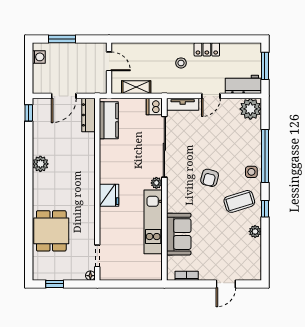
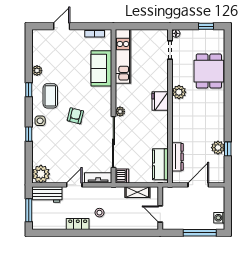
window: (62, 39) -> (200, 233), width x1.44
window: (29, 113) -> (228, 149), moved
dresser: (89, 115) -> (177, 157), moved
window: (265, 156) -> (29, 134), width x0.32
plant: (40, 164) -> (218, 148), moved
coffee table: (239, 201) -> (50, 96), turned -73
plant: (87, 206) -> (179, 92), added
kitchen unit: (153, 222) -> (123, 56), moved

